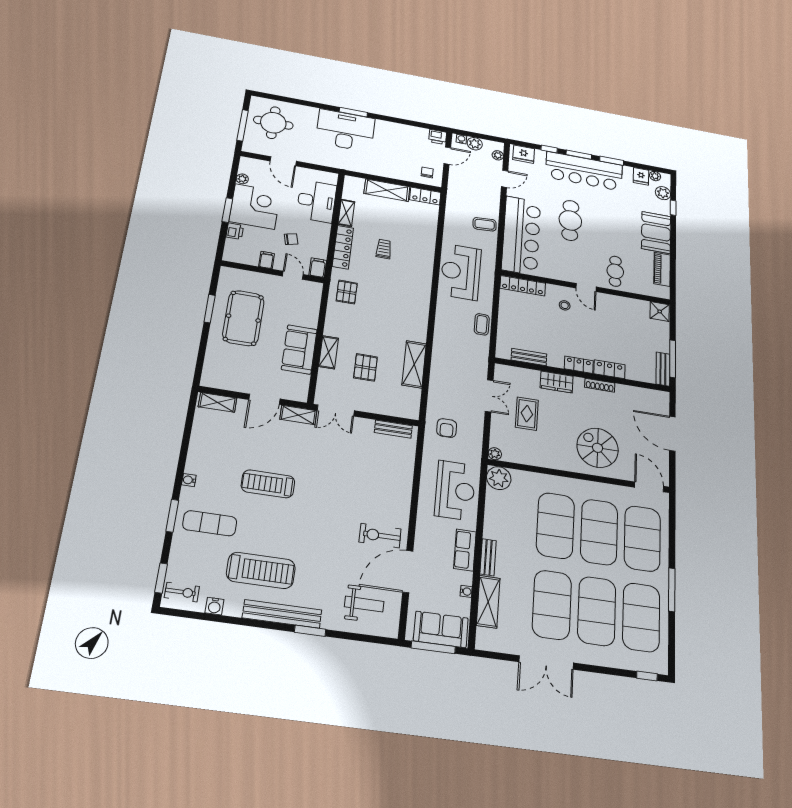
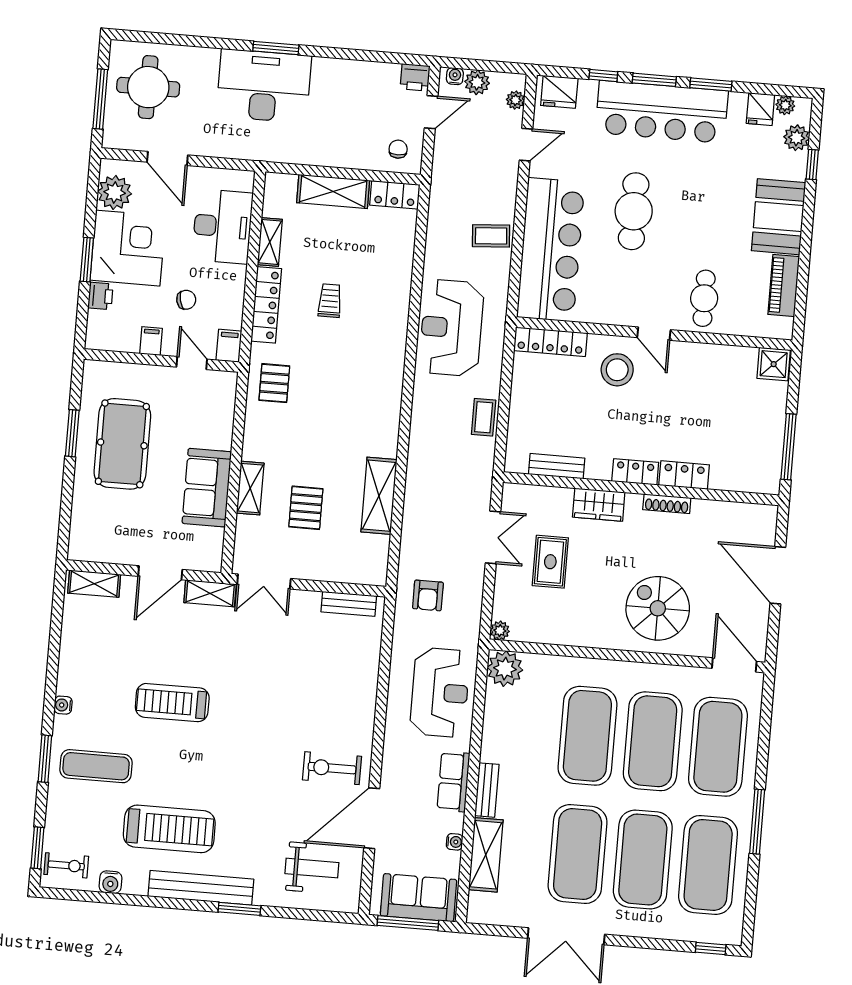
plant: (242, 179) -> (115, 192), width x1.88, depth x1.88
stool: (565, 305) -> (617, 370), width x1.89, depth x1.89
bench: (663, 369) -> (771, 466), removed

